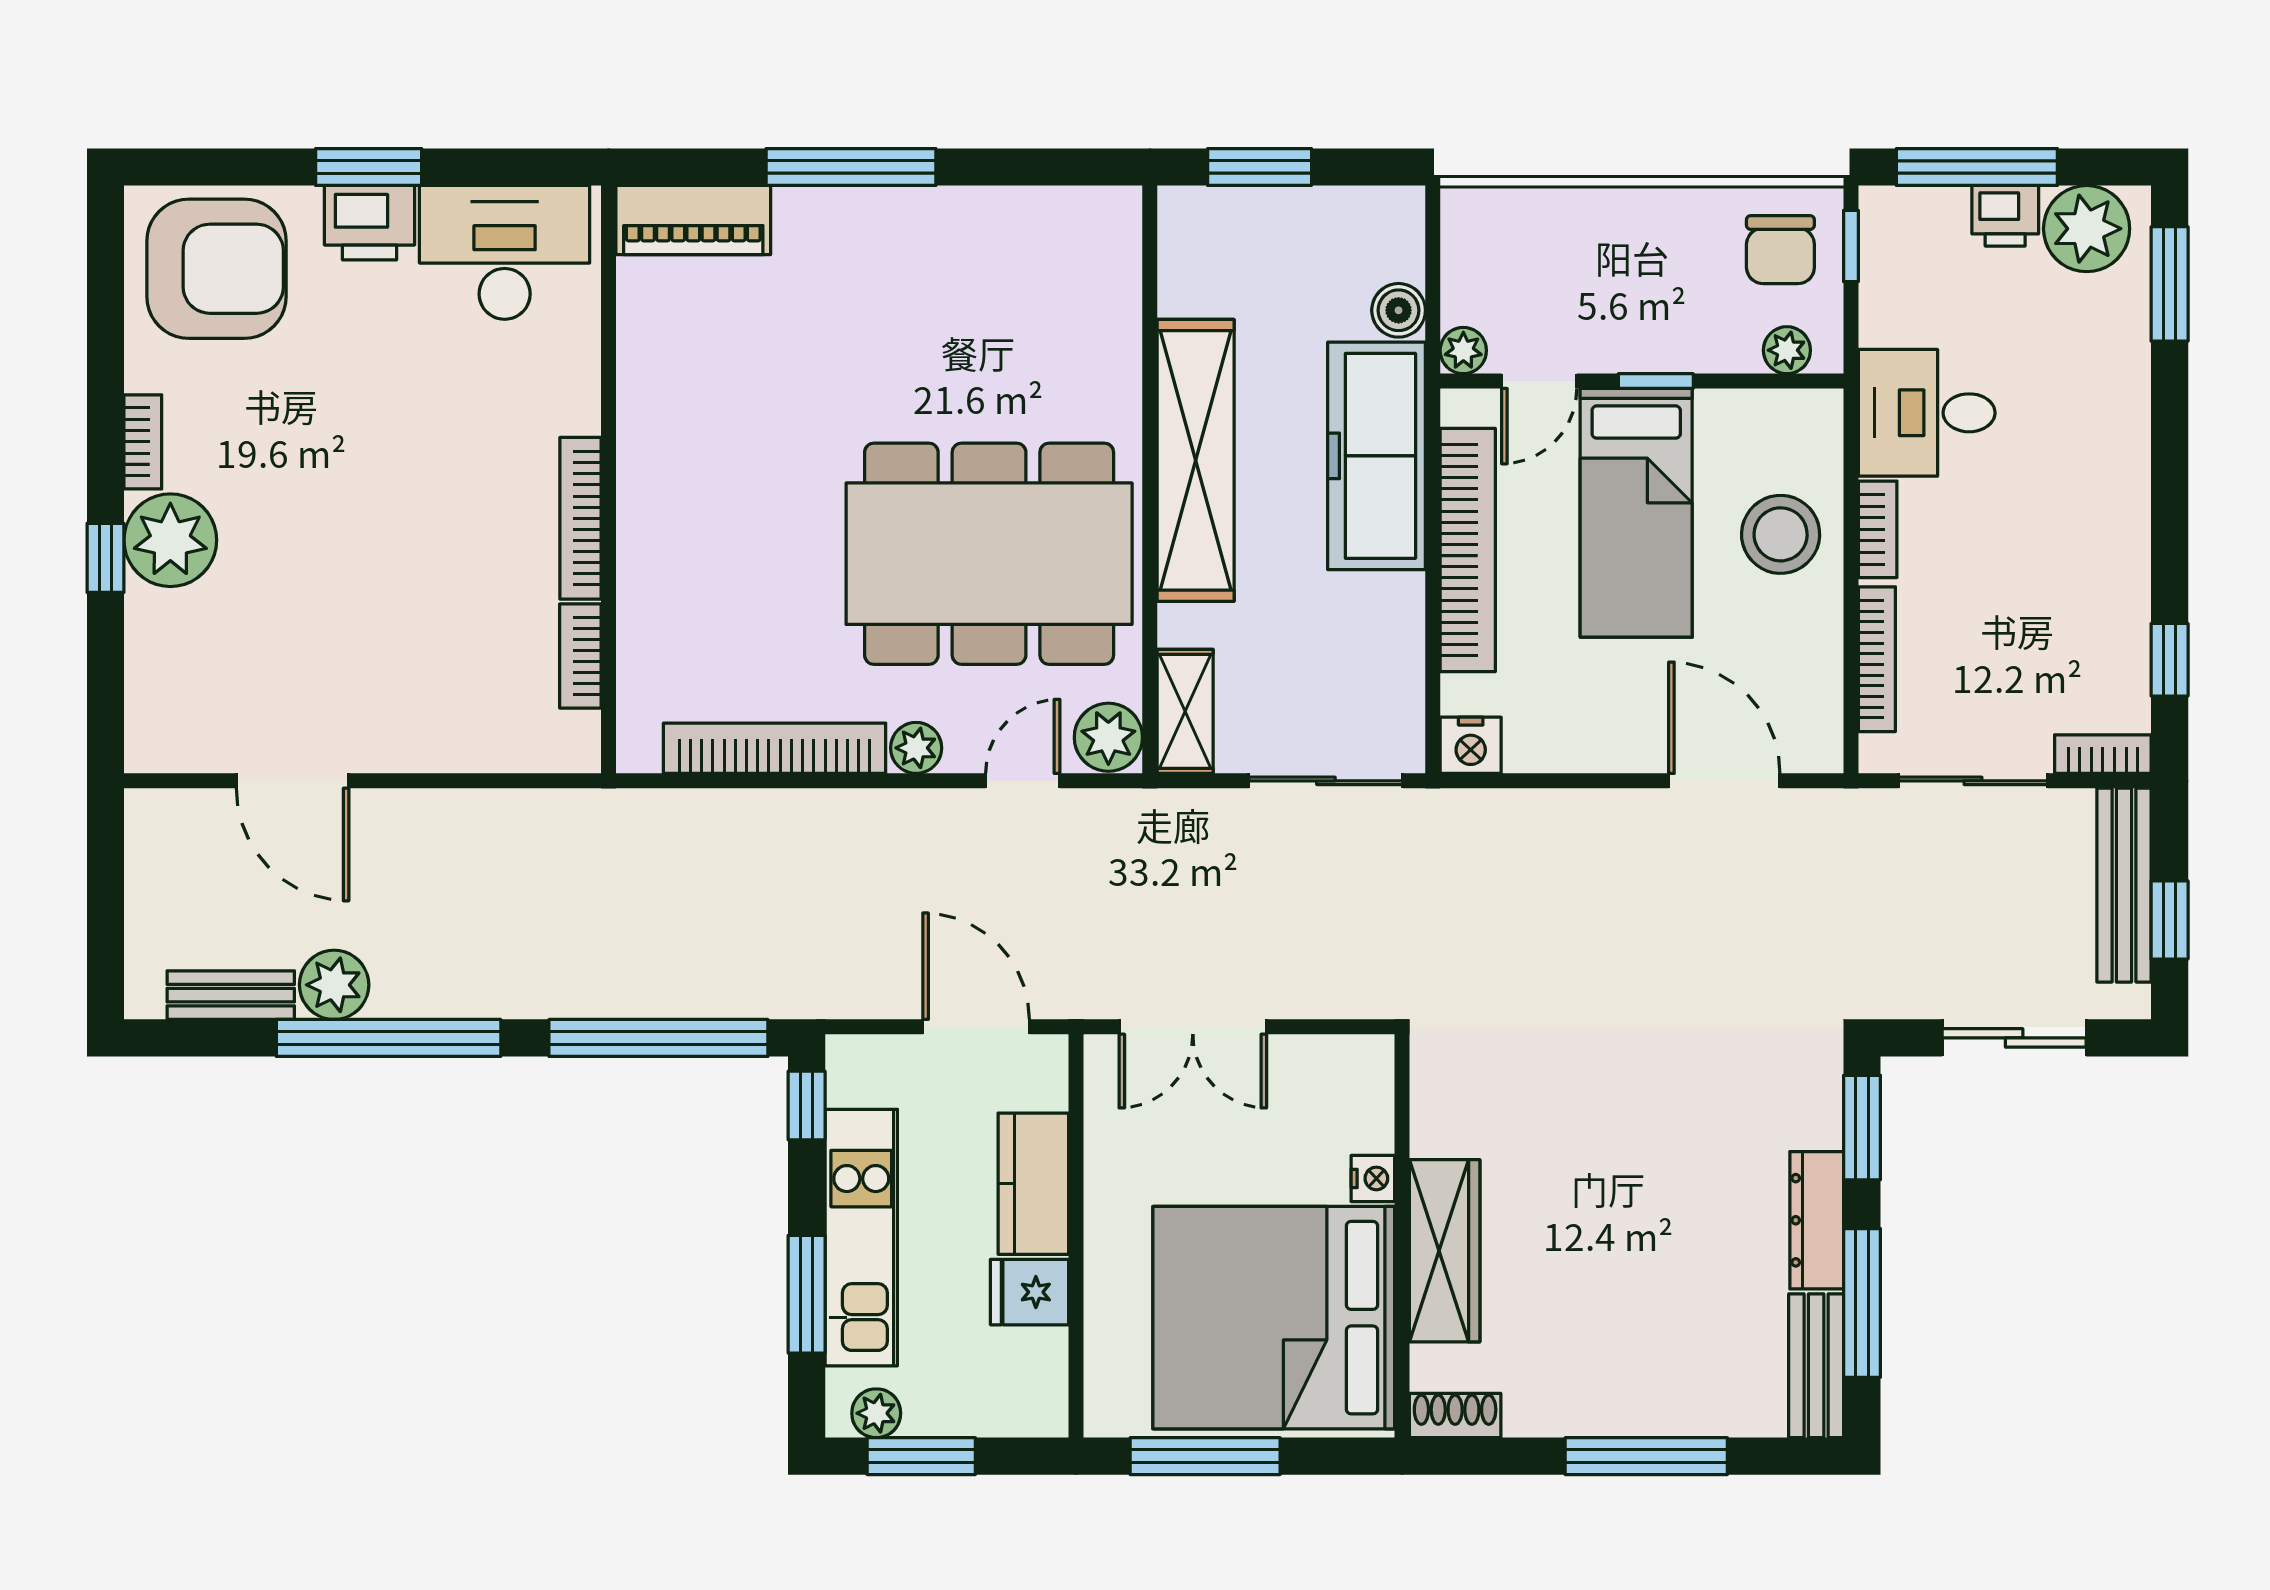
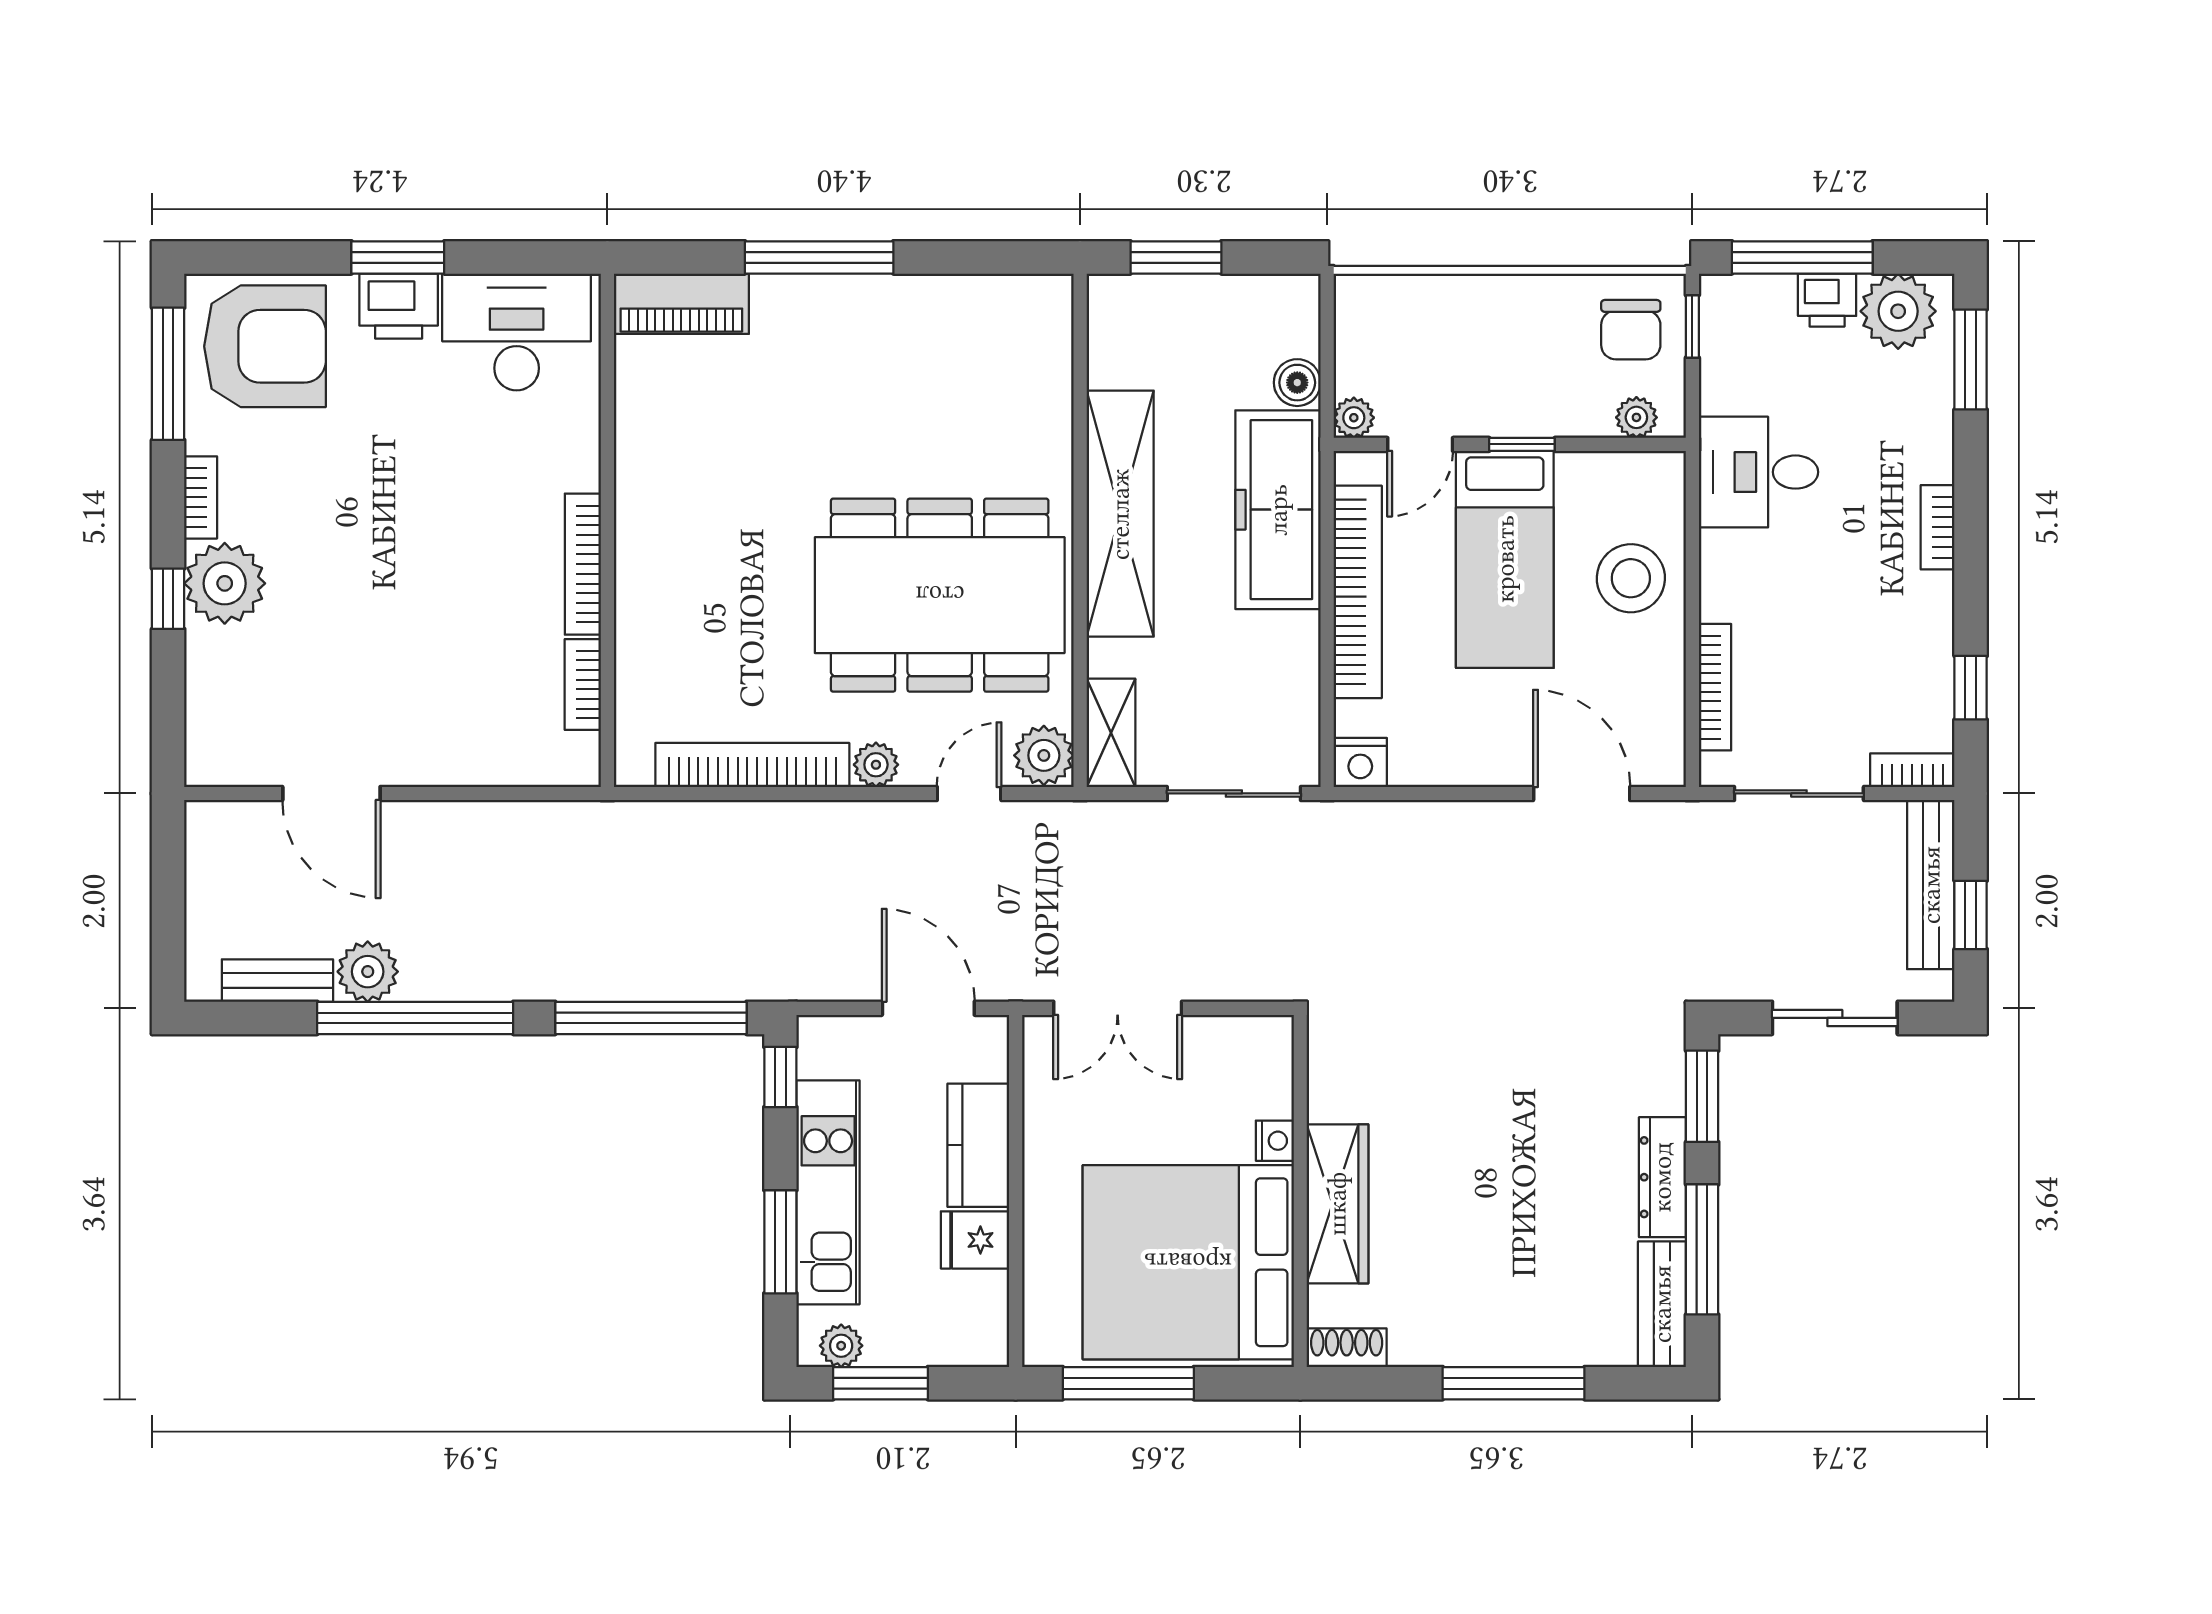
window: (106, 300) -> (168, 374), added
bookcase: (1878, 529) -> (1938, 527), moved, turned 180

